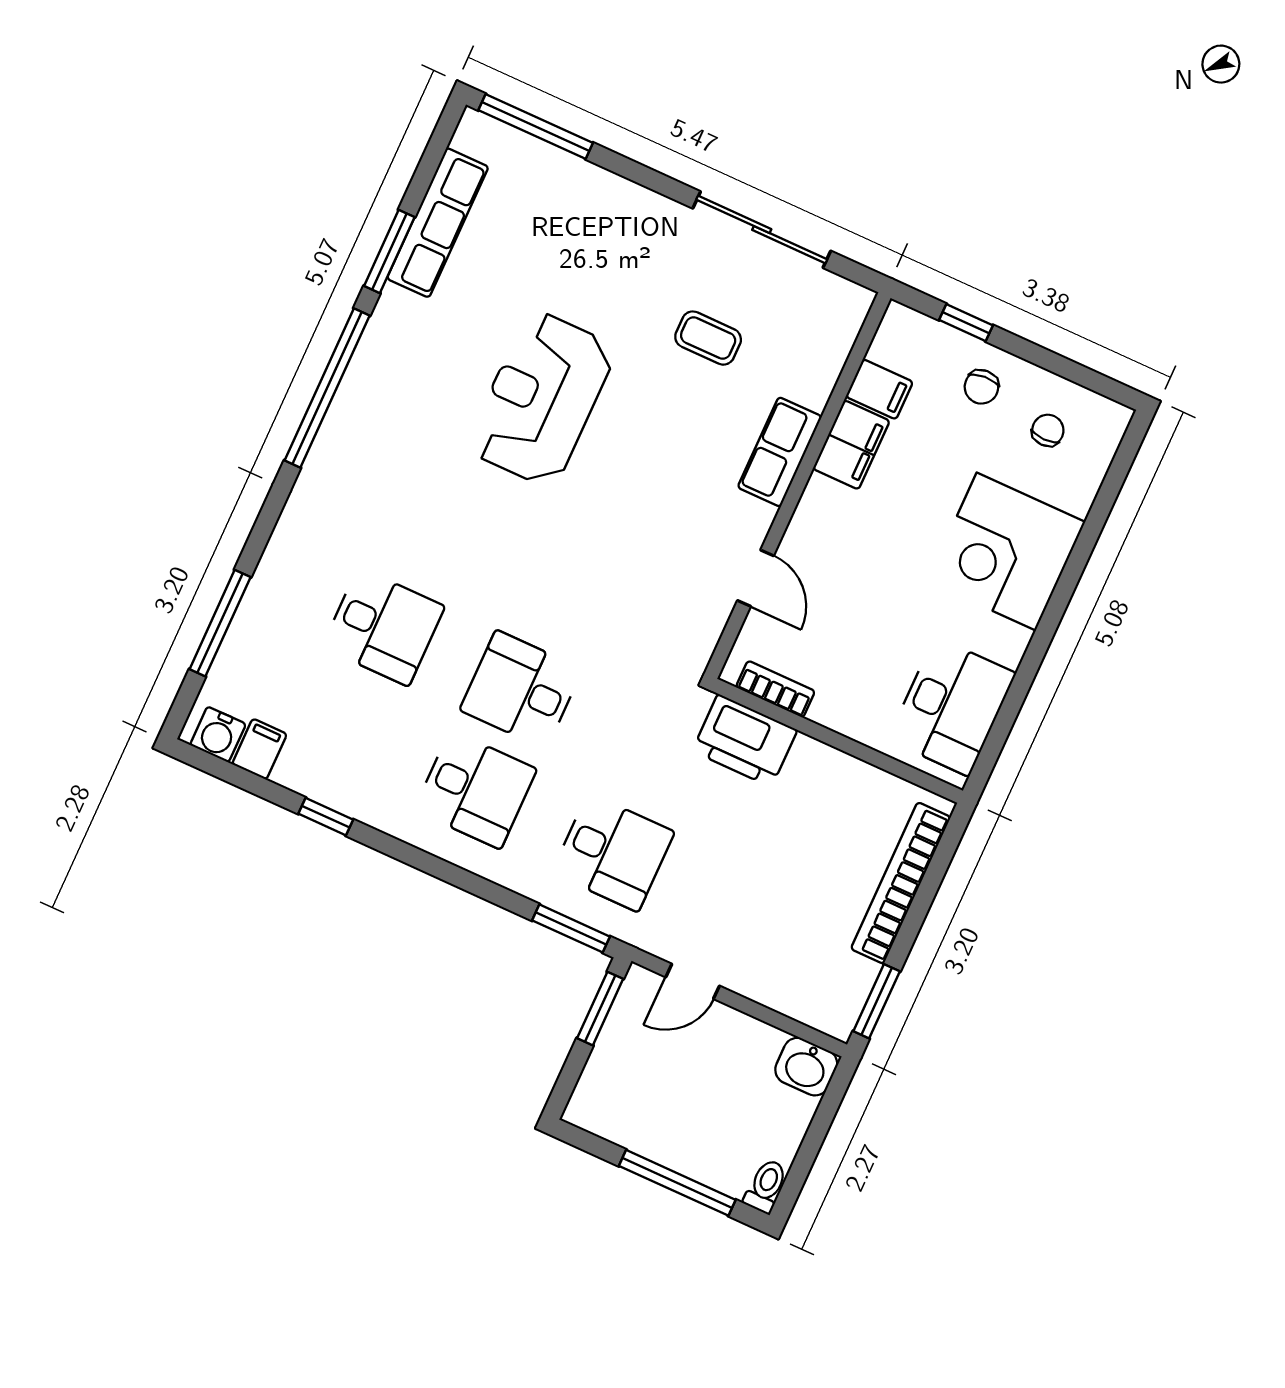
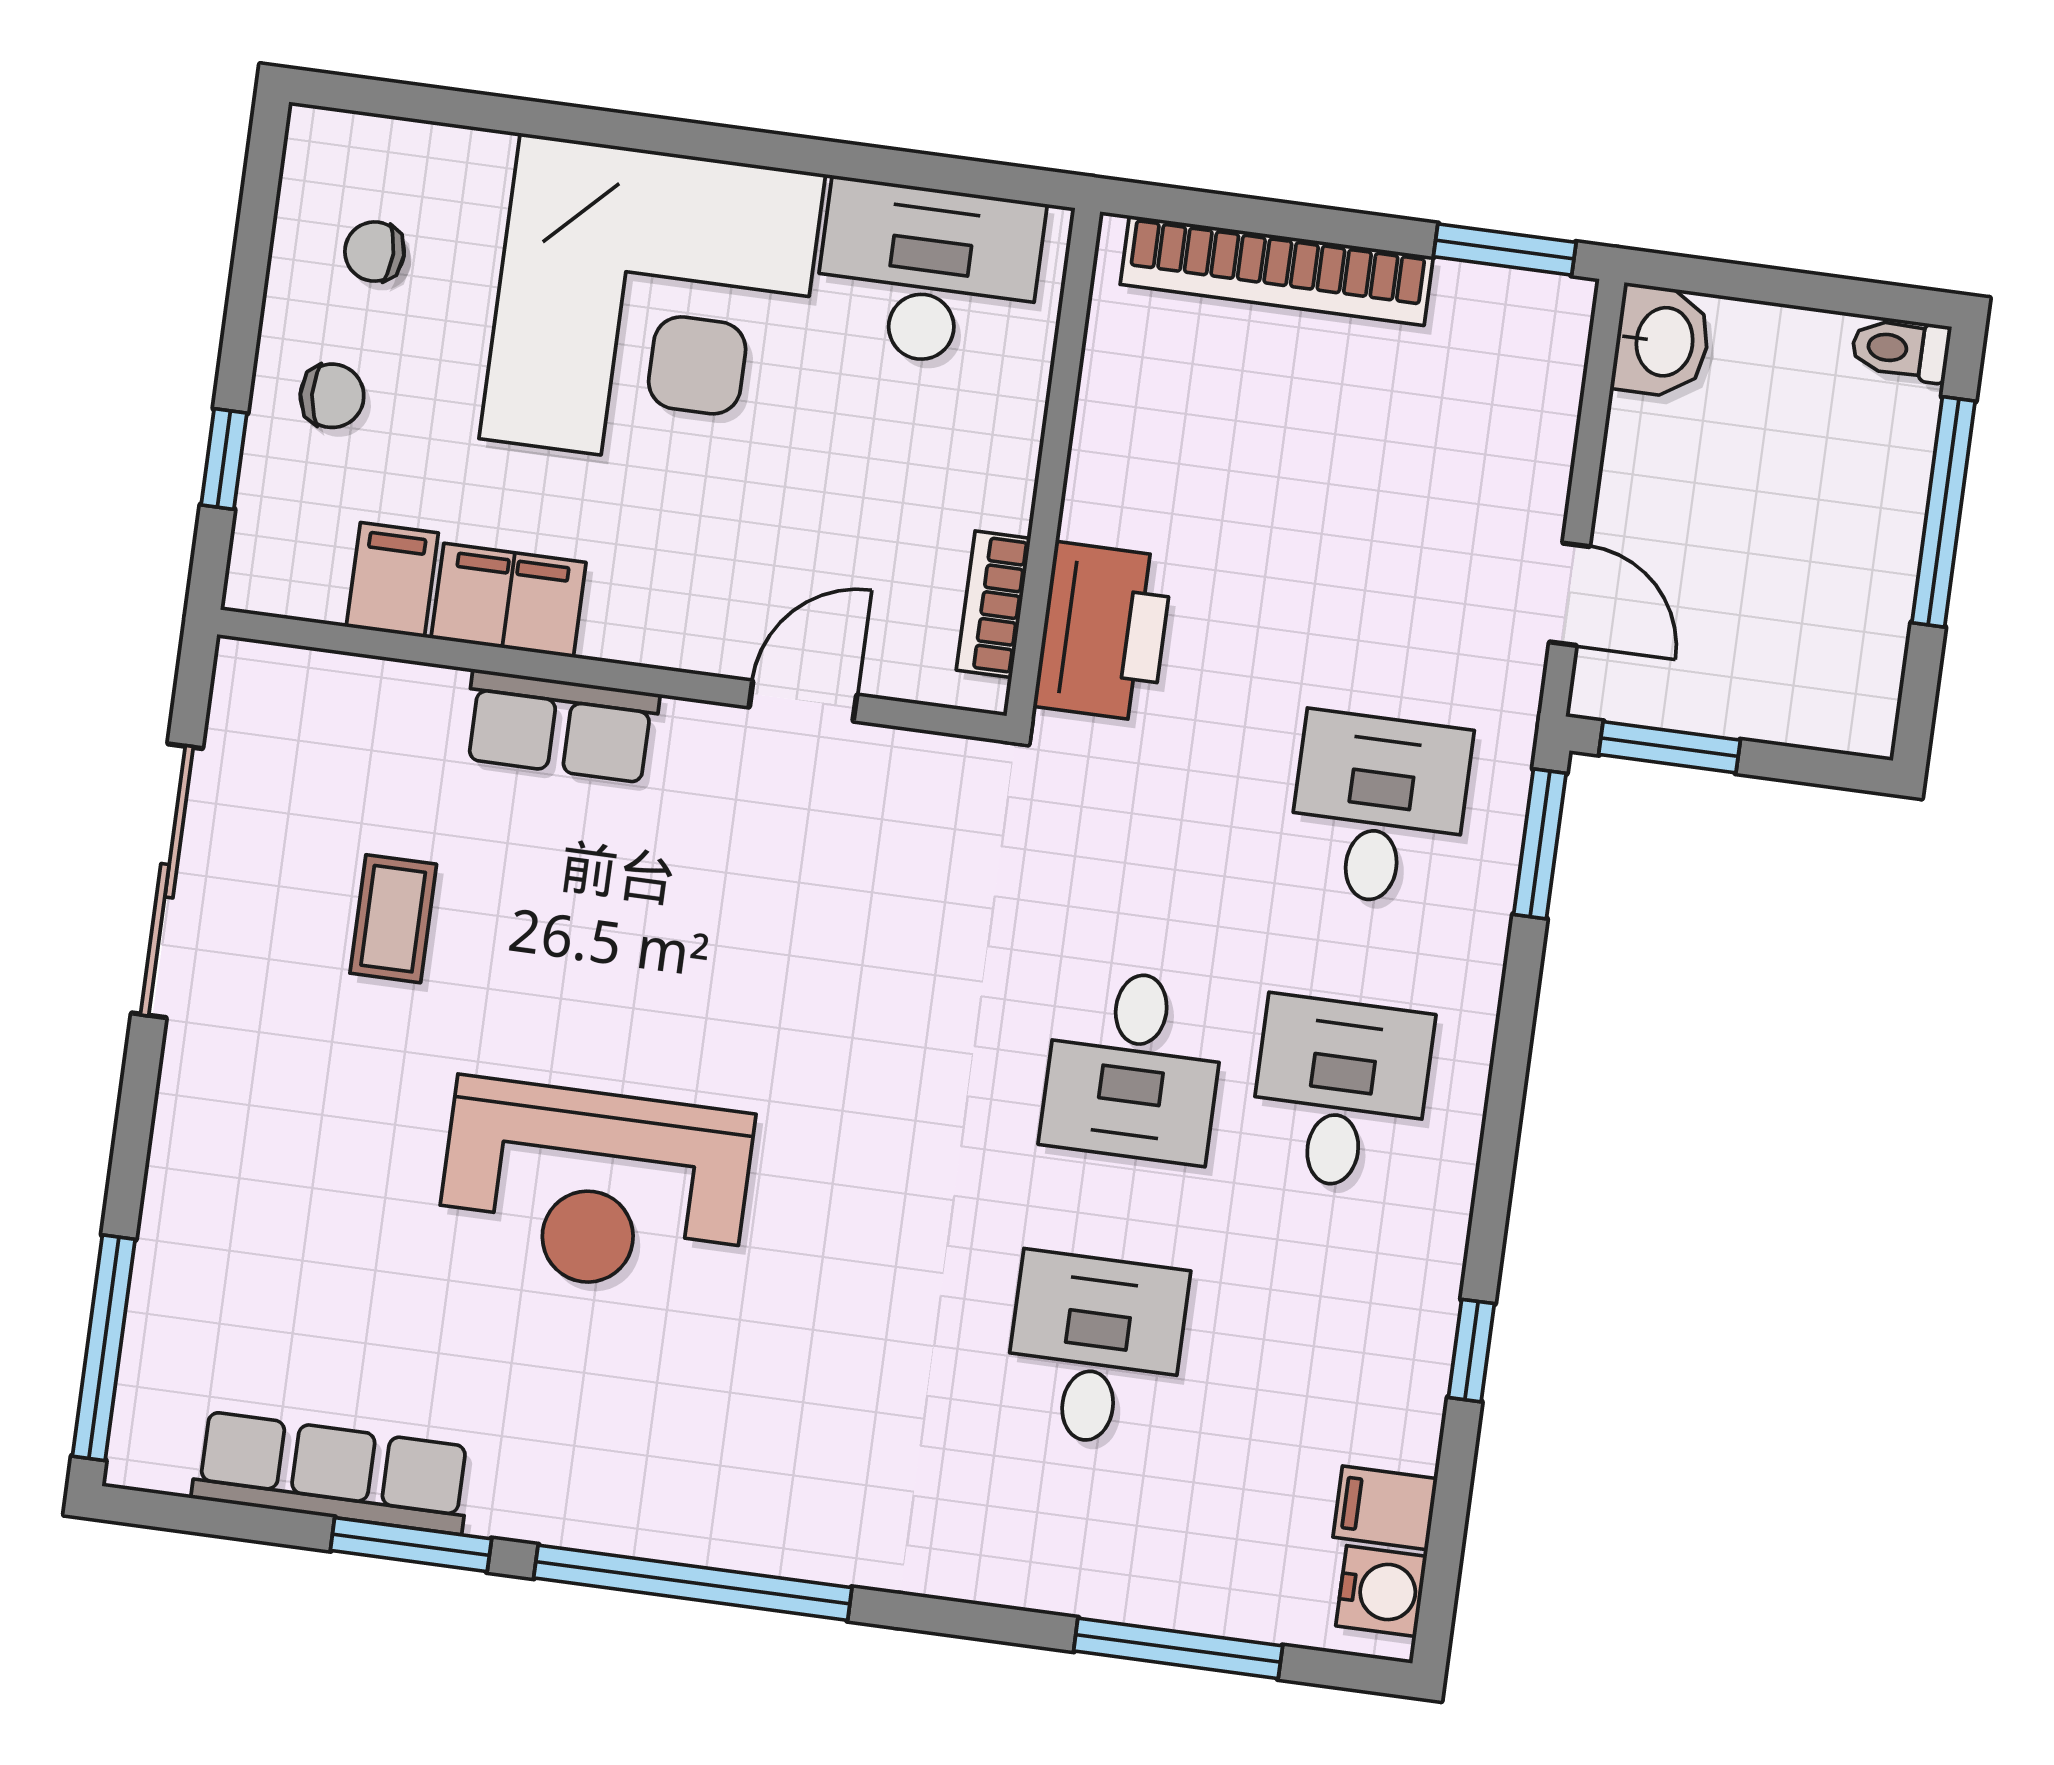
corner desk: (1006, 551) -> (652, 306), width x1.36, depth x1.36

